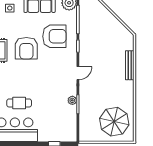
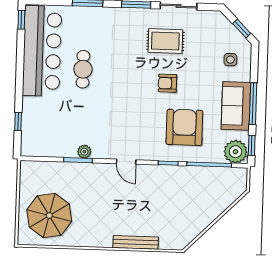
armchair: (54, 36) -> (184, 127), turned 180
armchair: (26, 48) -> (167, 83), width x0.53, depth x0.53

